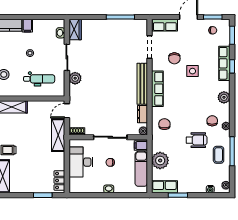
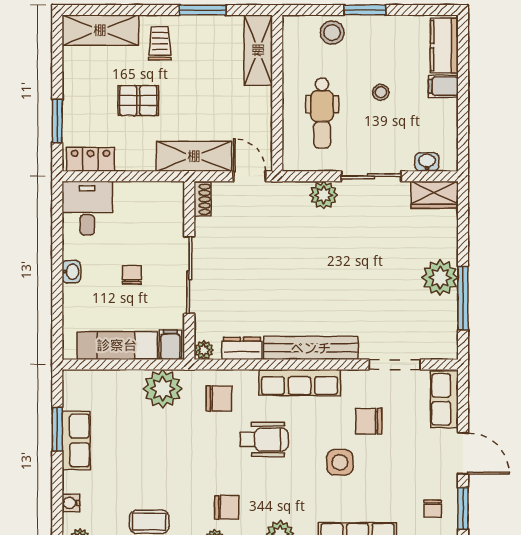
plant: (111, 27) -> (440, 278), added
wheelchair: (196, 140) -> (264, 439), moved, turned -90
pallet: (34, 160) -> (138, 101), added
plant: (160, 160) -> (163, 389), moved
desk: (81, 162) -> (87, 208), moved, width x0.73
row of seats: (164, 187) -> (76, 440), moved

